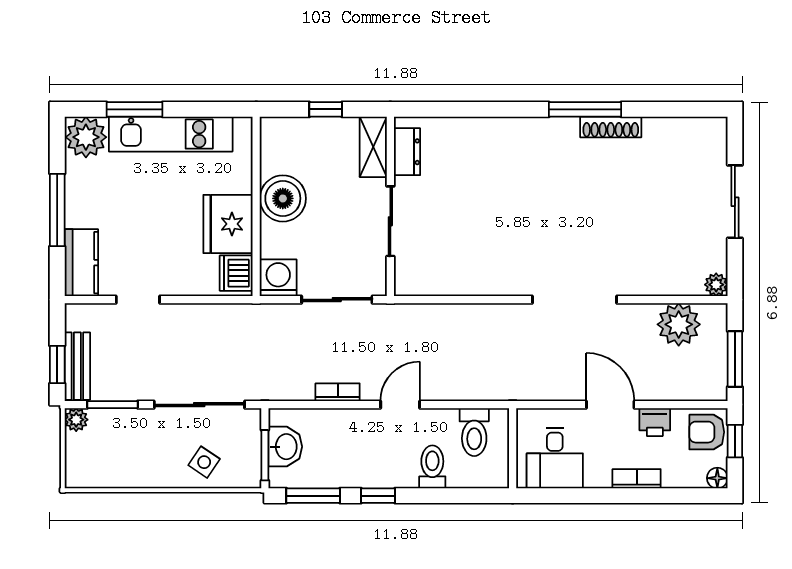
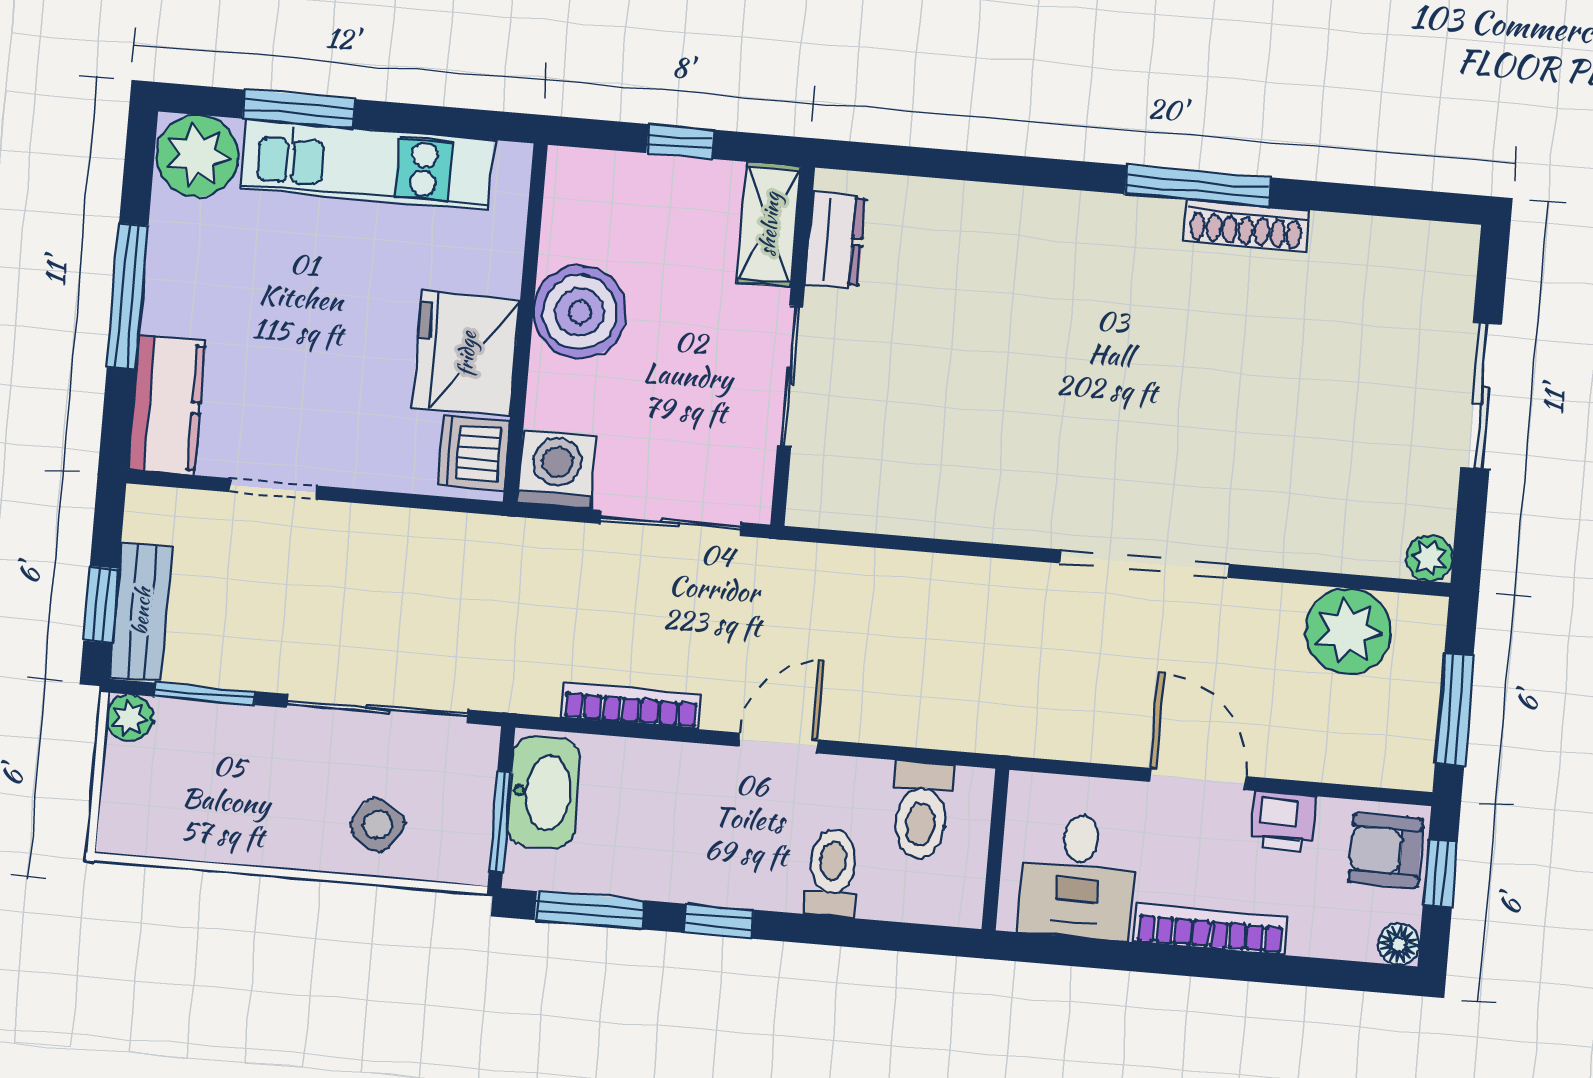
bookcase: (338, 392) -> (631, 706), width x1.56
washbasin: (285, 447) -> (543, 792), width x1.38
bookcase: (637, 479) -> (1210, 929), width x1.56

